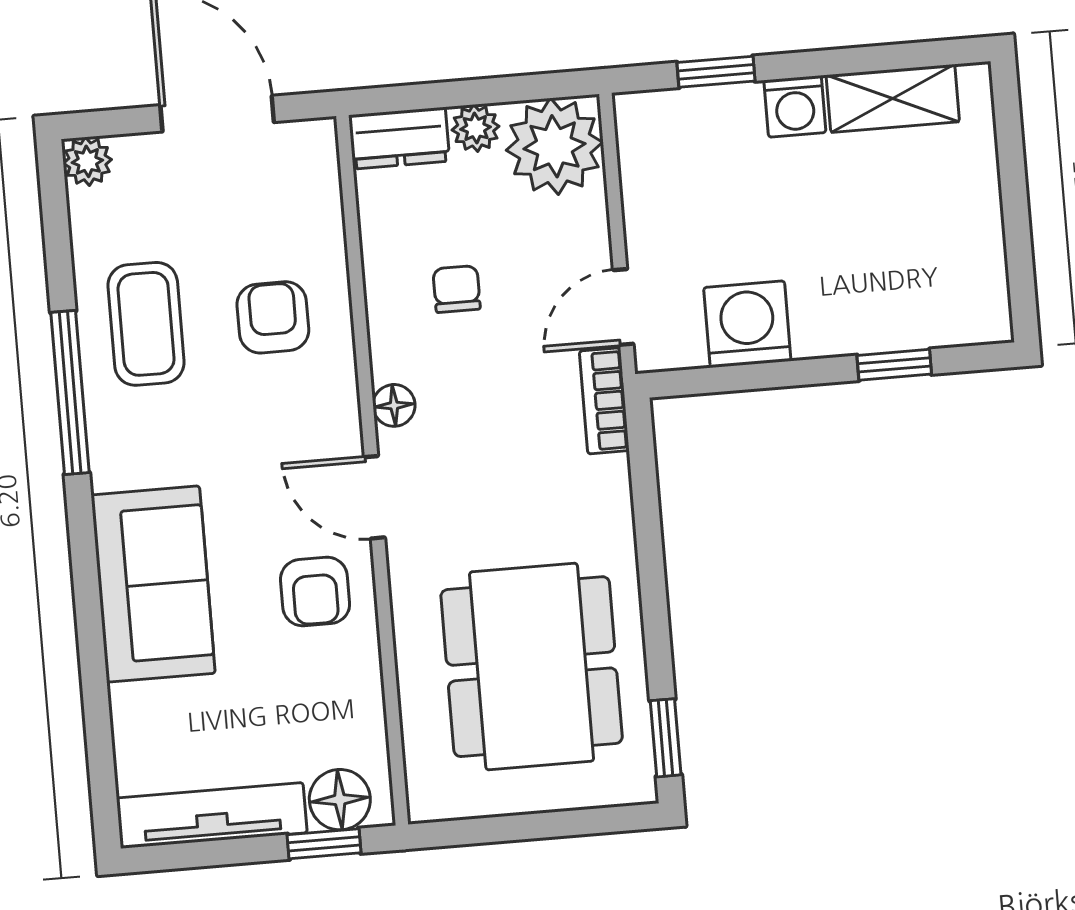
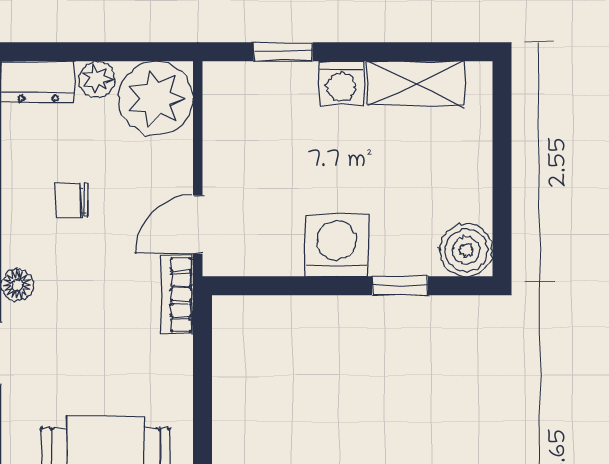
chair: (457, 289) -> (72, 200), turned -90
boiler: (977, 311) -> (466, 250), added
washing machine: (747, 324) -> (337, 246), moved

